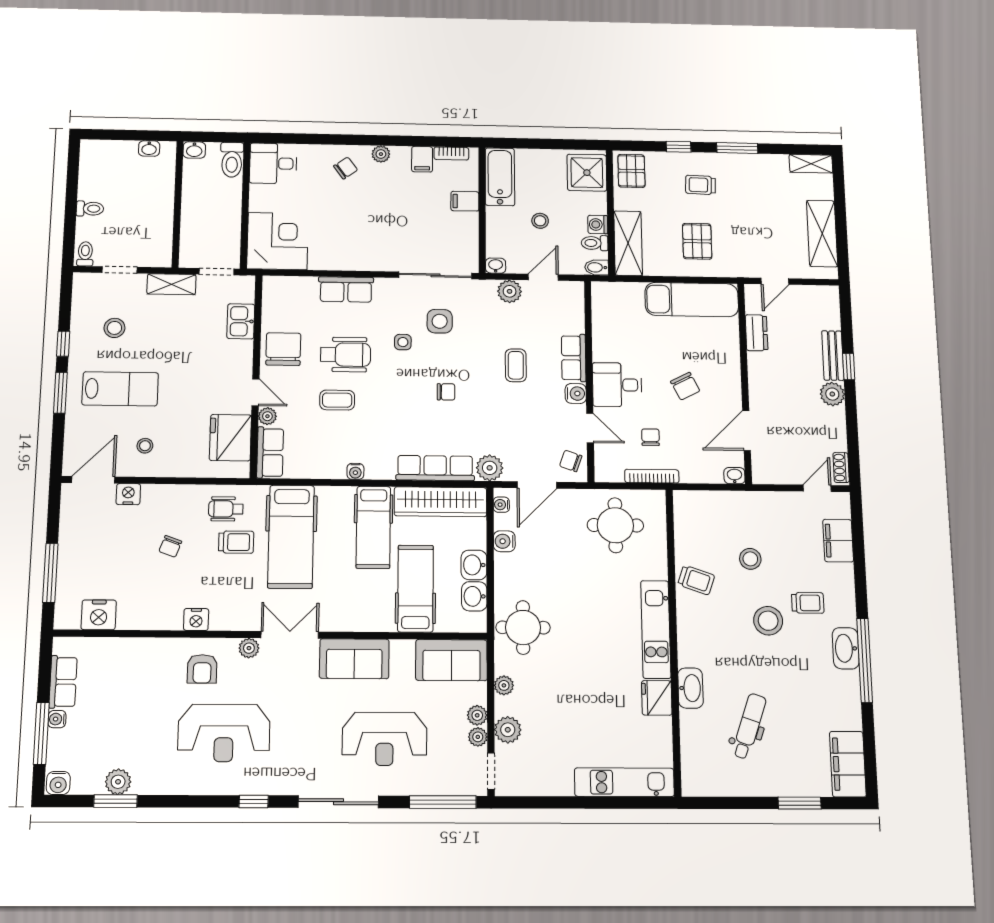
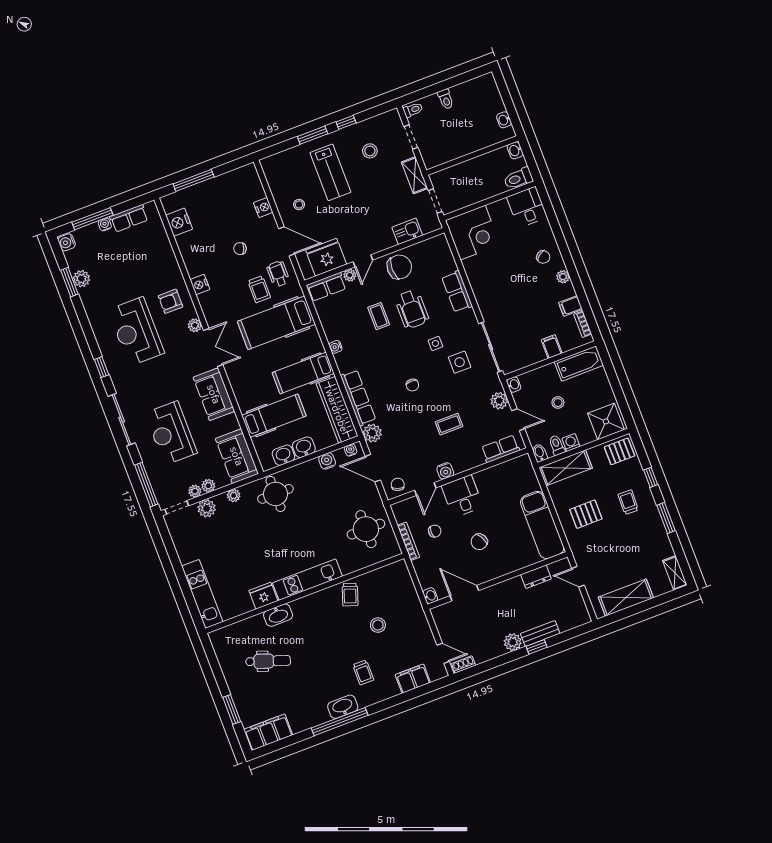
row of seats: (574, 358) -> (500, 449), moved
door: (93, 480) -> (287, 241), moved
stool: (768, 621) -> (341, 650), removed

